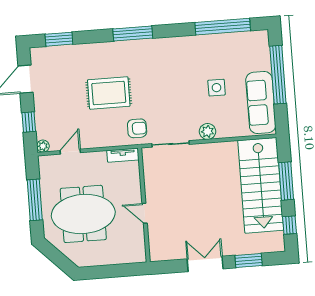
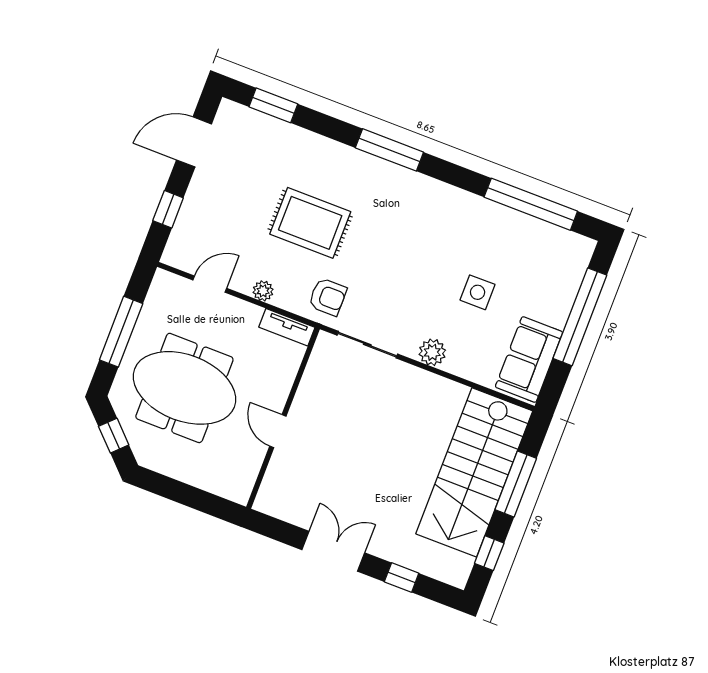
sofa: (261, 102) -> (529, 360), width x0.73
plant: (43, 146) -> (263, 291), moved
window: (57, 258) -> (114, 436), added
window: (249, 261) -> (402, 577), width x0.67

